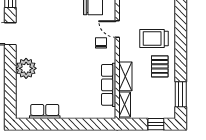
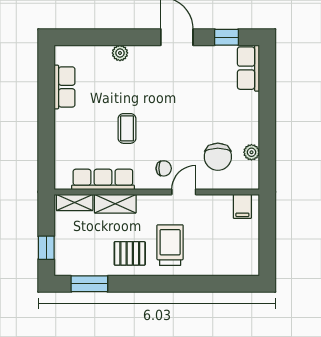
plant: (26, 68) -> (120, 53), width x0.53, depth x0.53
coffee table: (73, 68) -> (127, 128), added

